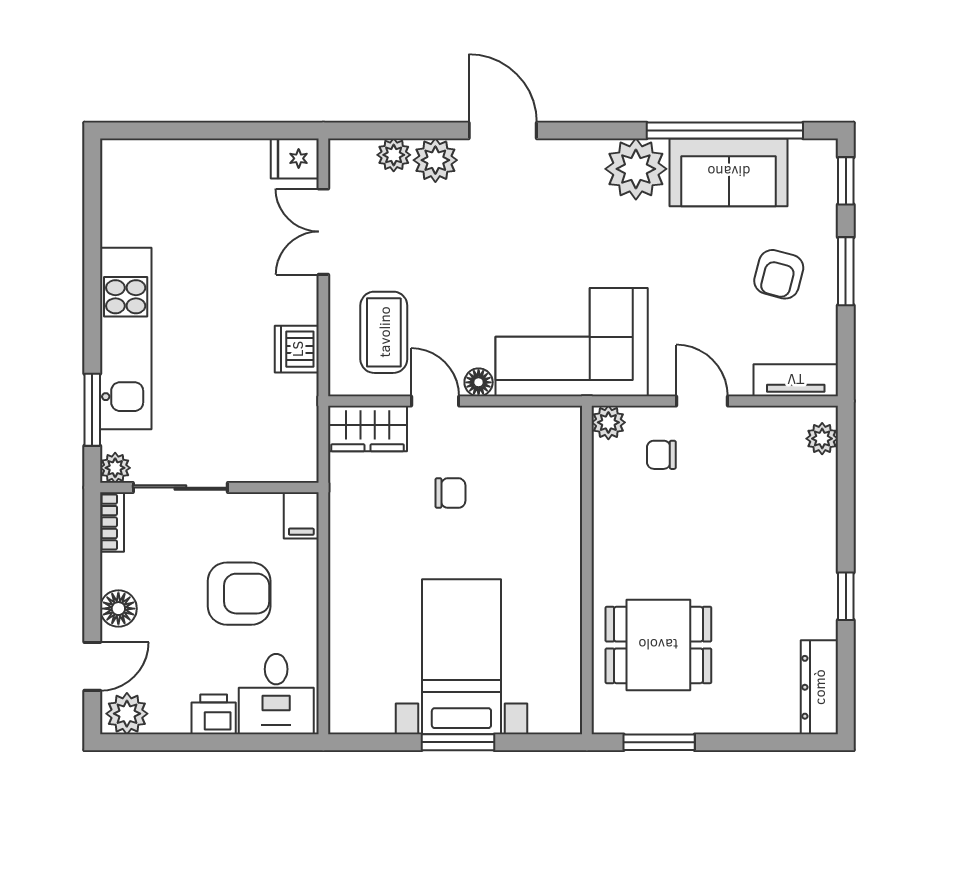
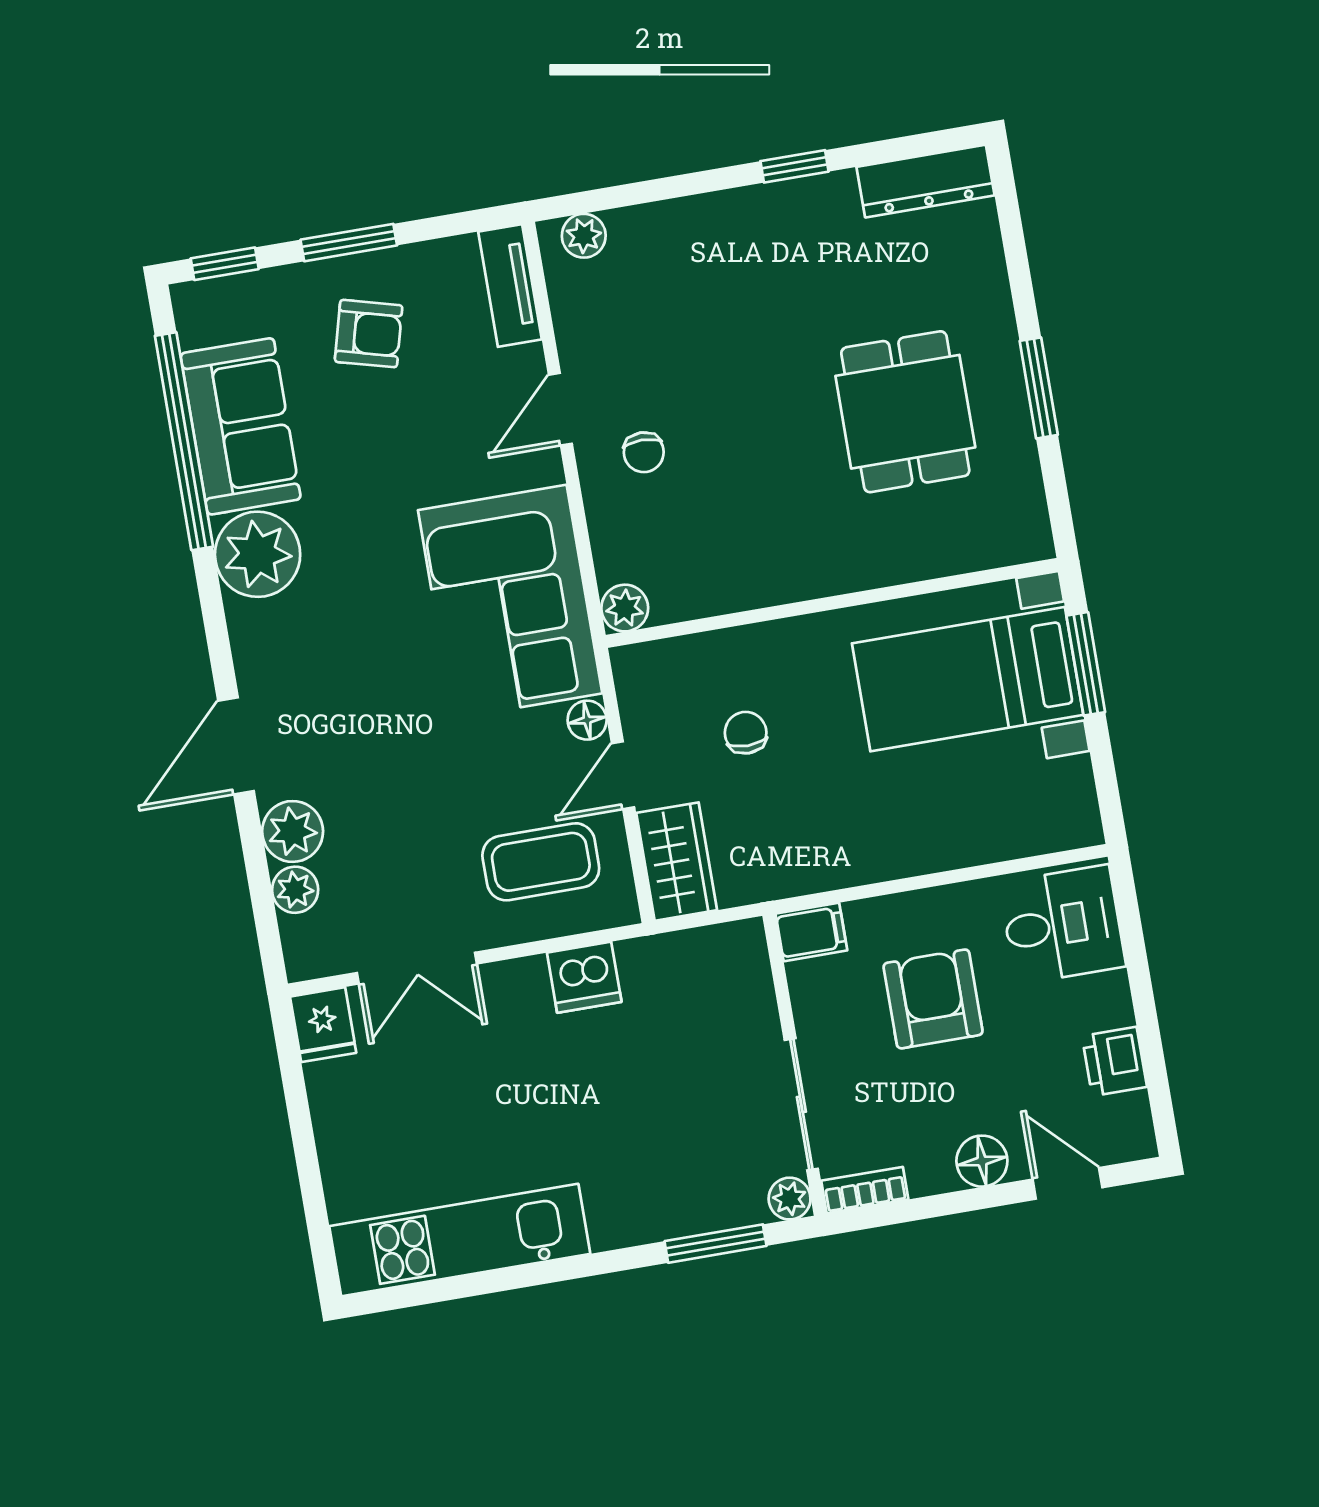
kitchen unit: (126, 339) -> (460, 1240), moved
plant: (608, 422) -> (625, 608), moved
wall: (587, 570) -> (832, 603), moved
plant: (127, 714) -> (1124, 1125), removed
printer: (214, 714) -> (1114, 1061), moved

